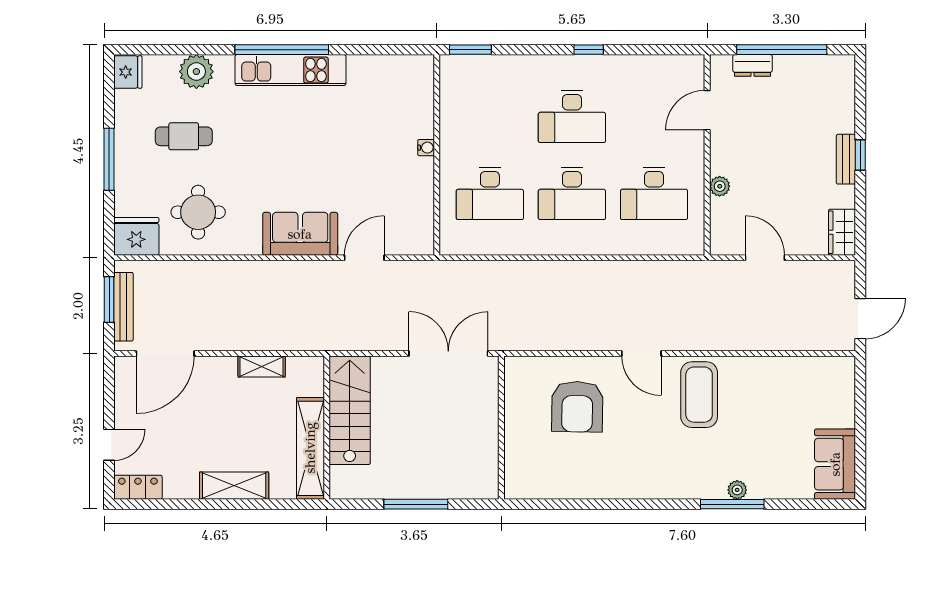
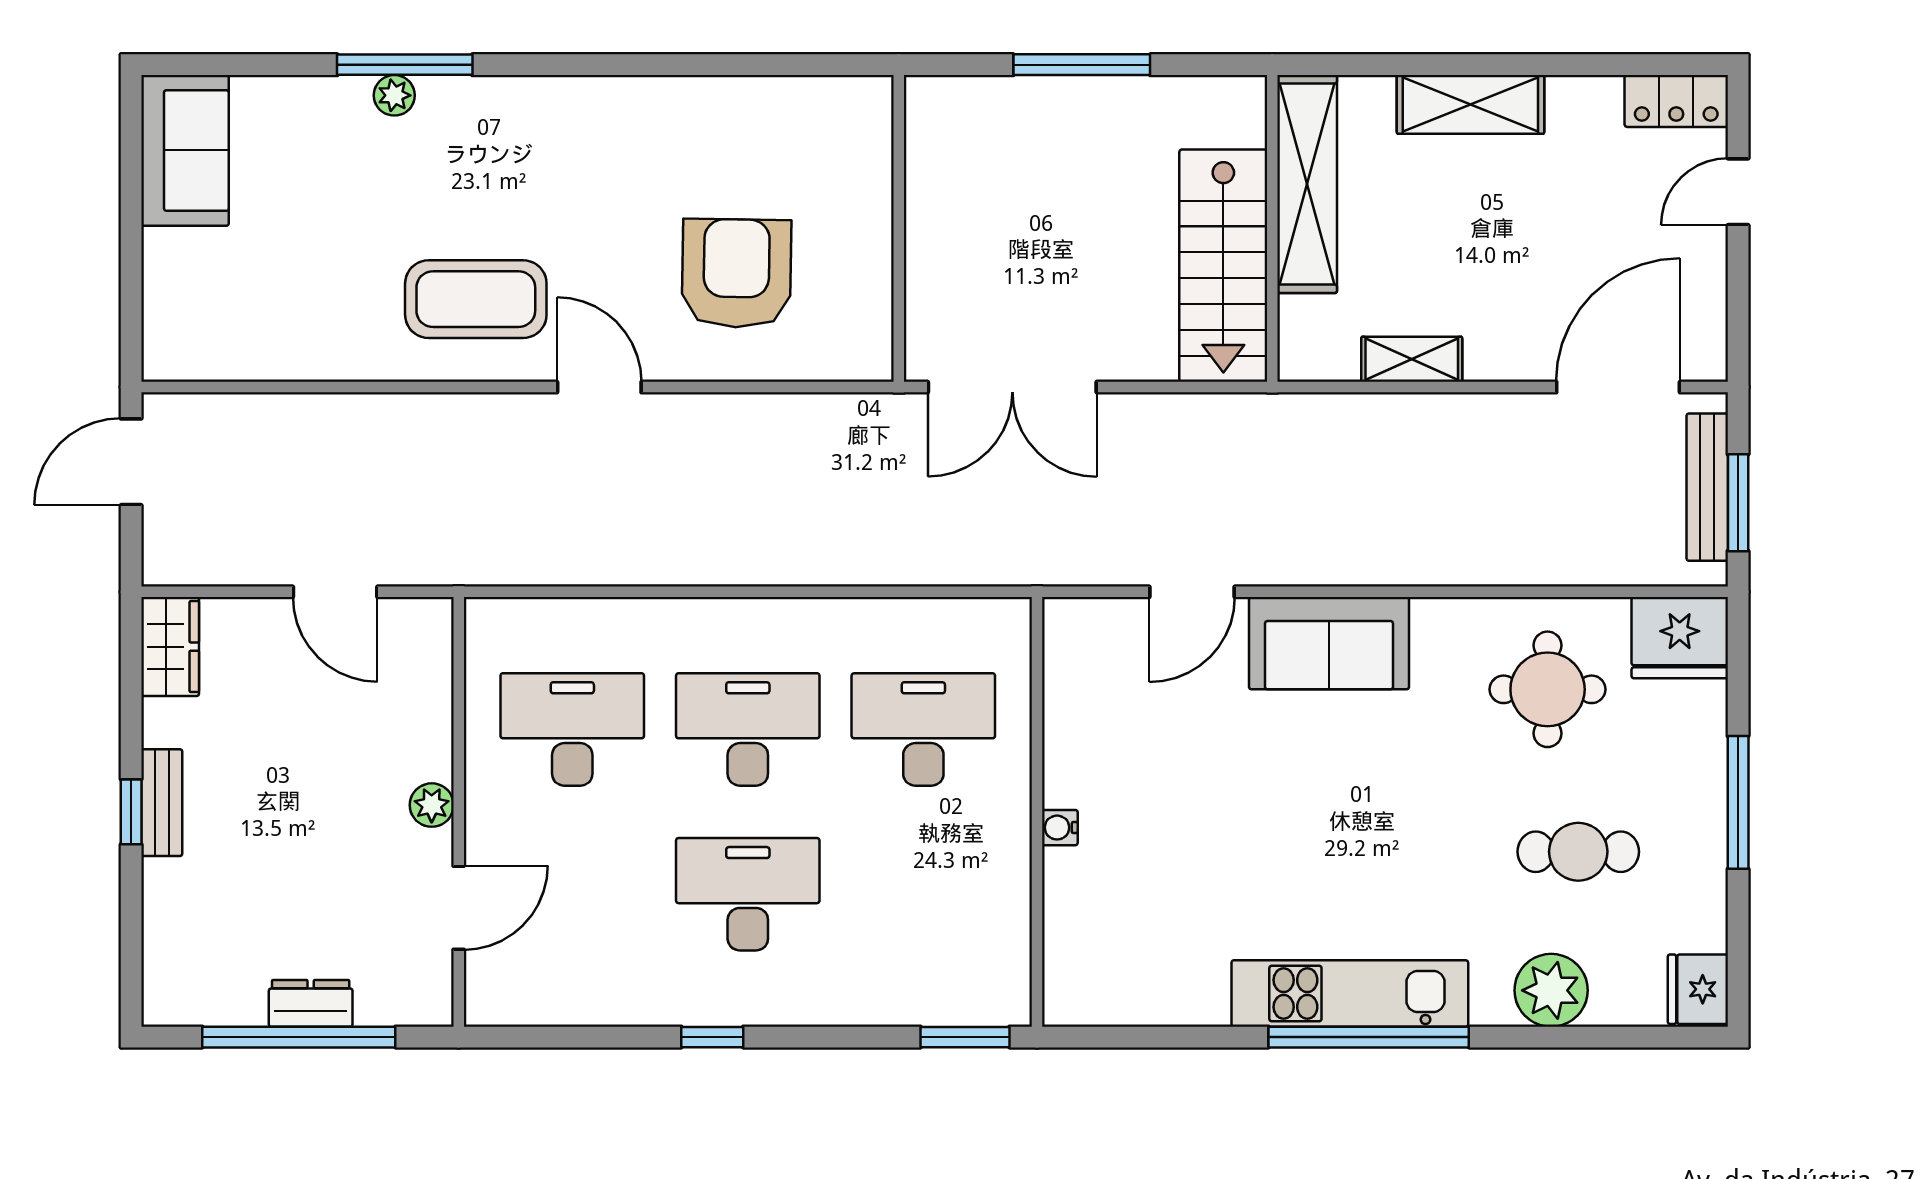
dresser: (753, 65) -> (311, 1003), moved
plant: (720, 186) -> (432, 805), moved
coffee table: (699, 395) -> (476, 299), turned 90

